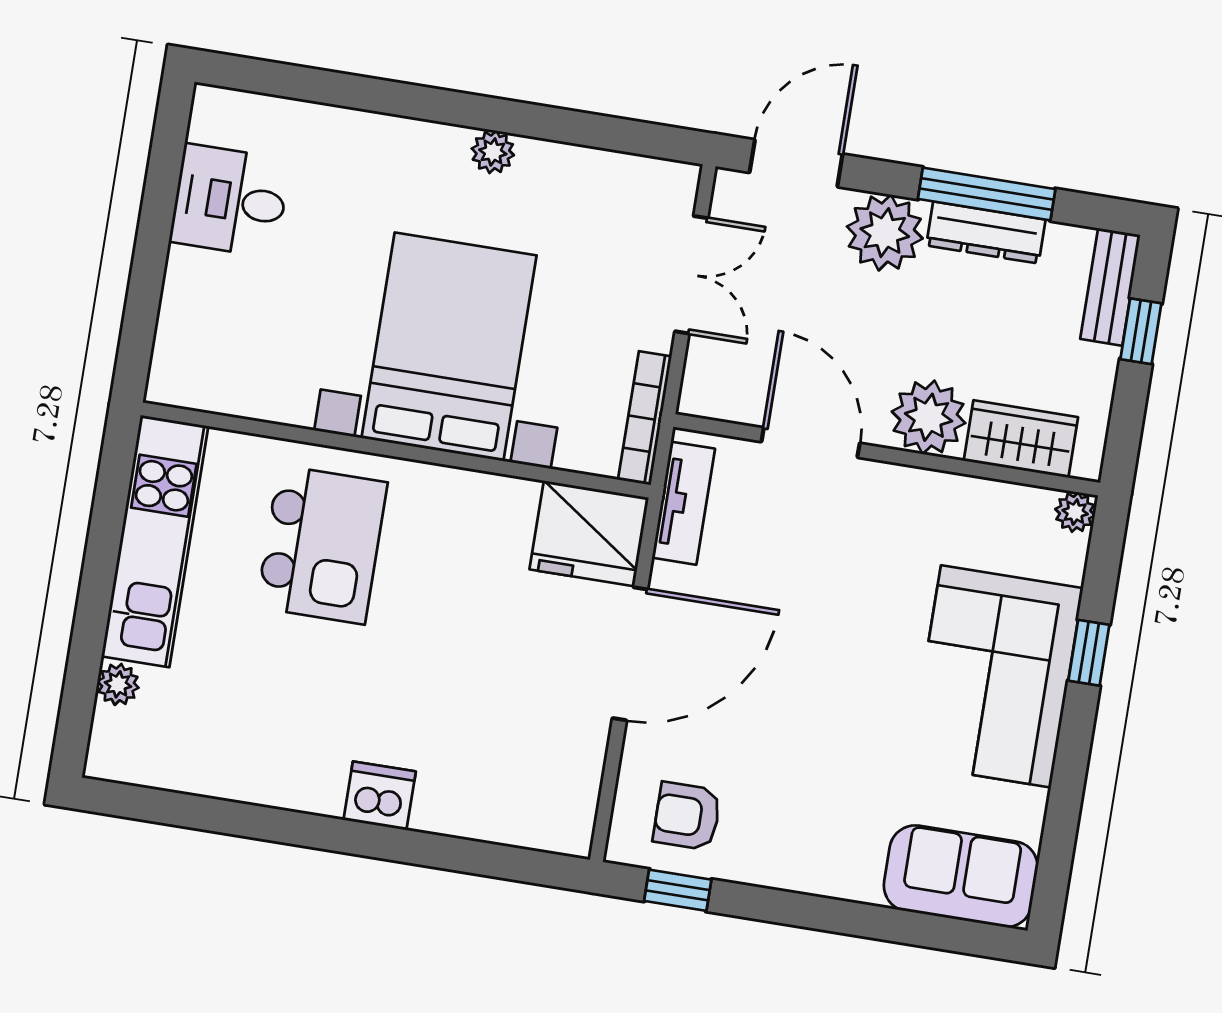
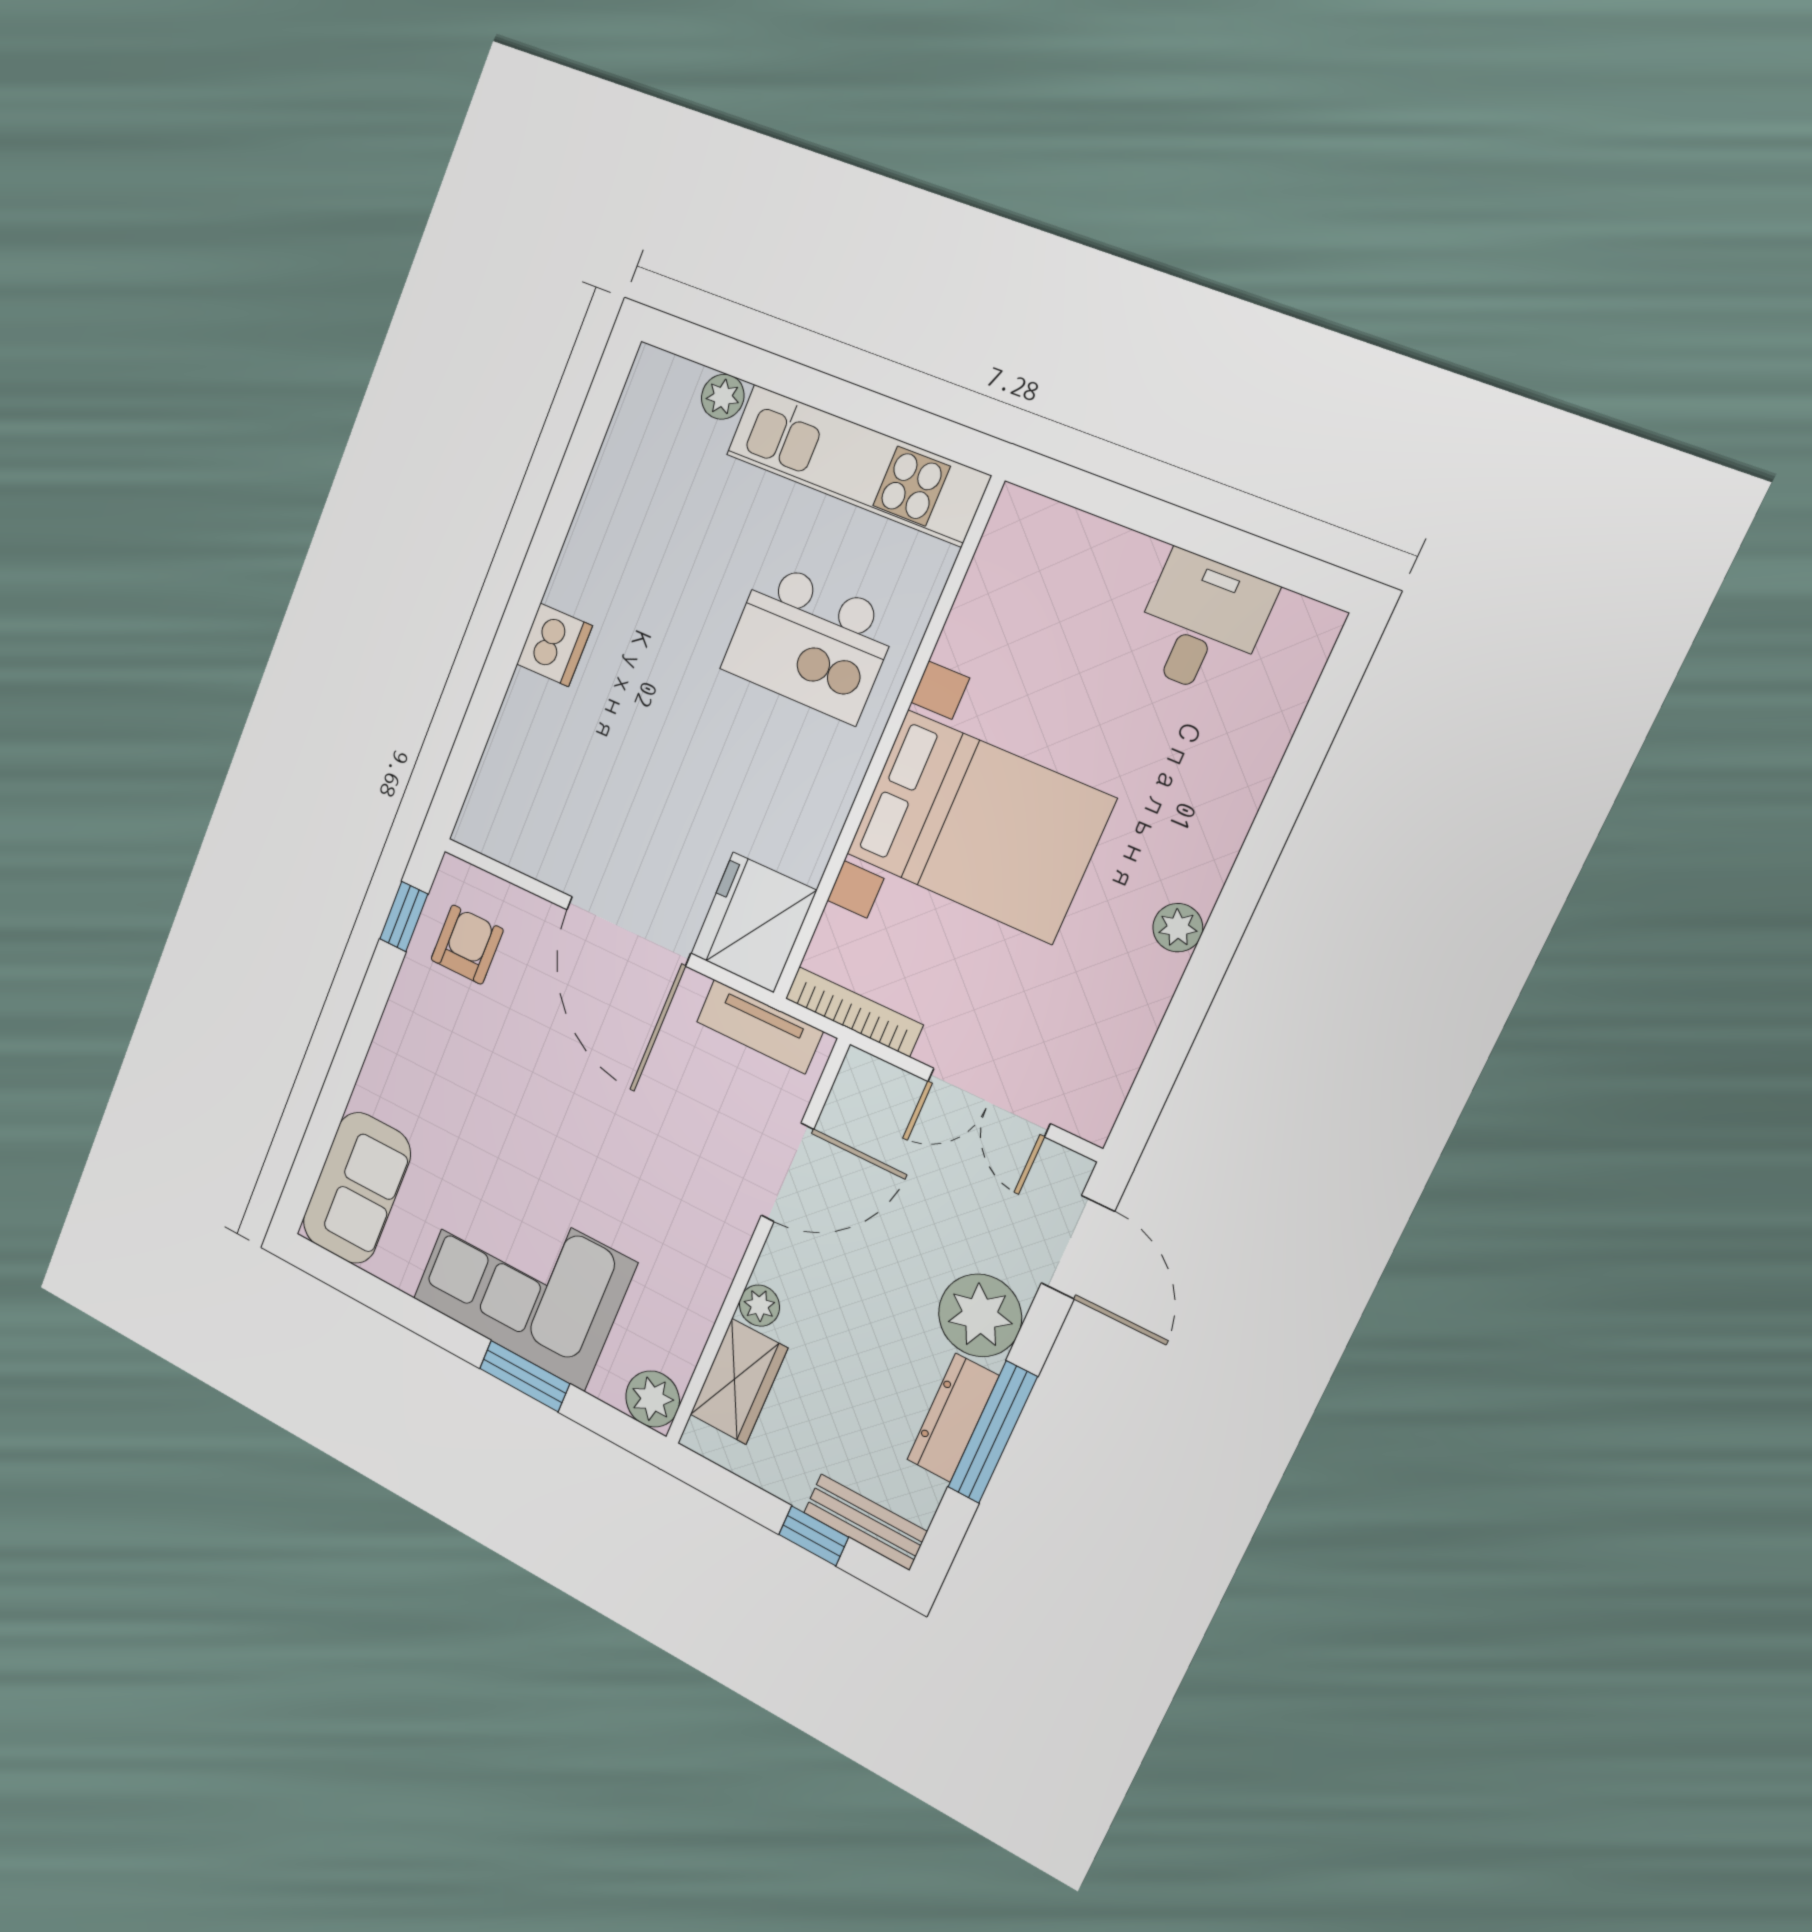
plant: (929, 417) -> (759, 1306), width x0.53, depth x0.53
plant: (1075, 512) -> (653, 1399), width x1.38, depth x1.38
window: (1089, 653) -> (524, 1376), width x1.50

